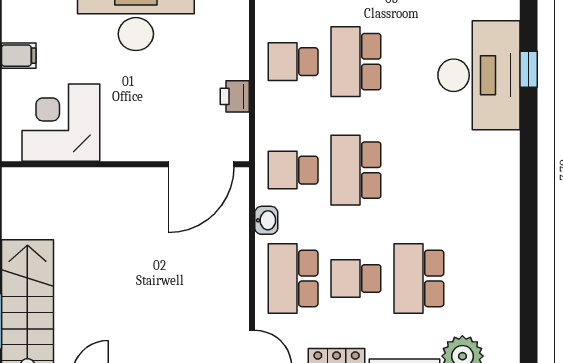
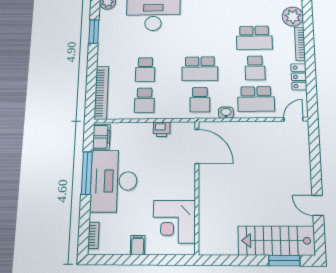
school desk: (356, 62) -> (145, 70), width x0.54

